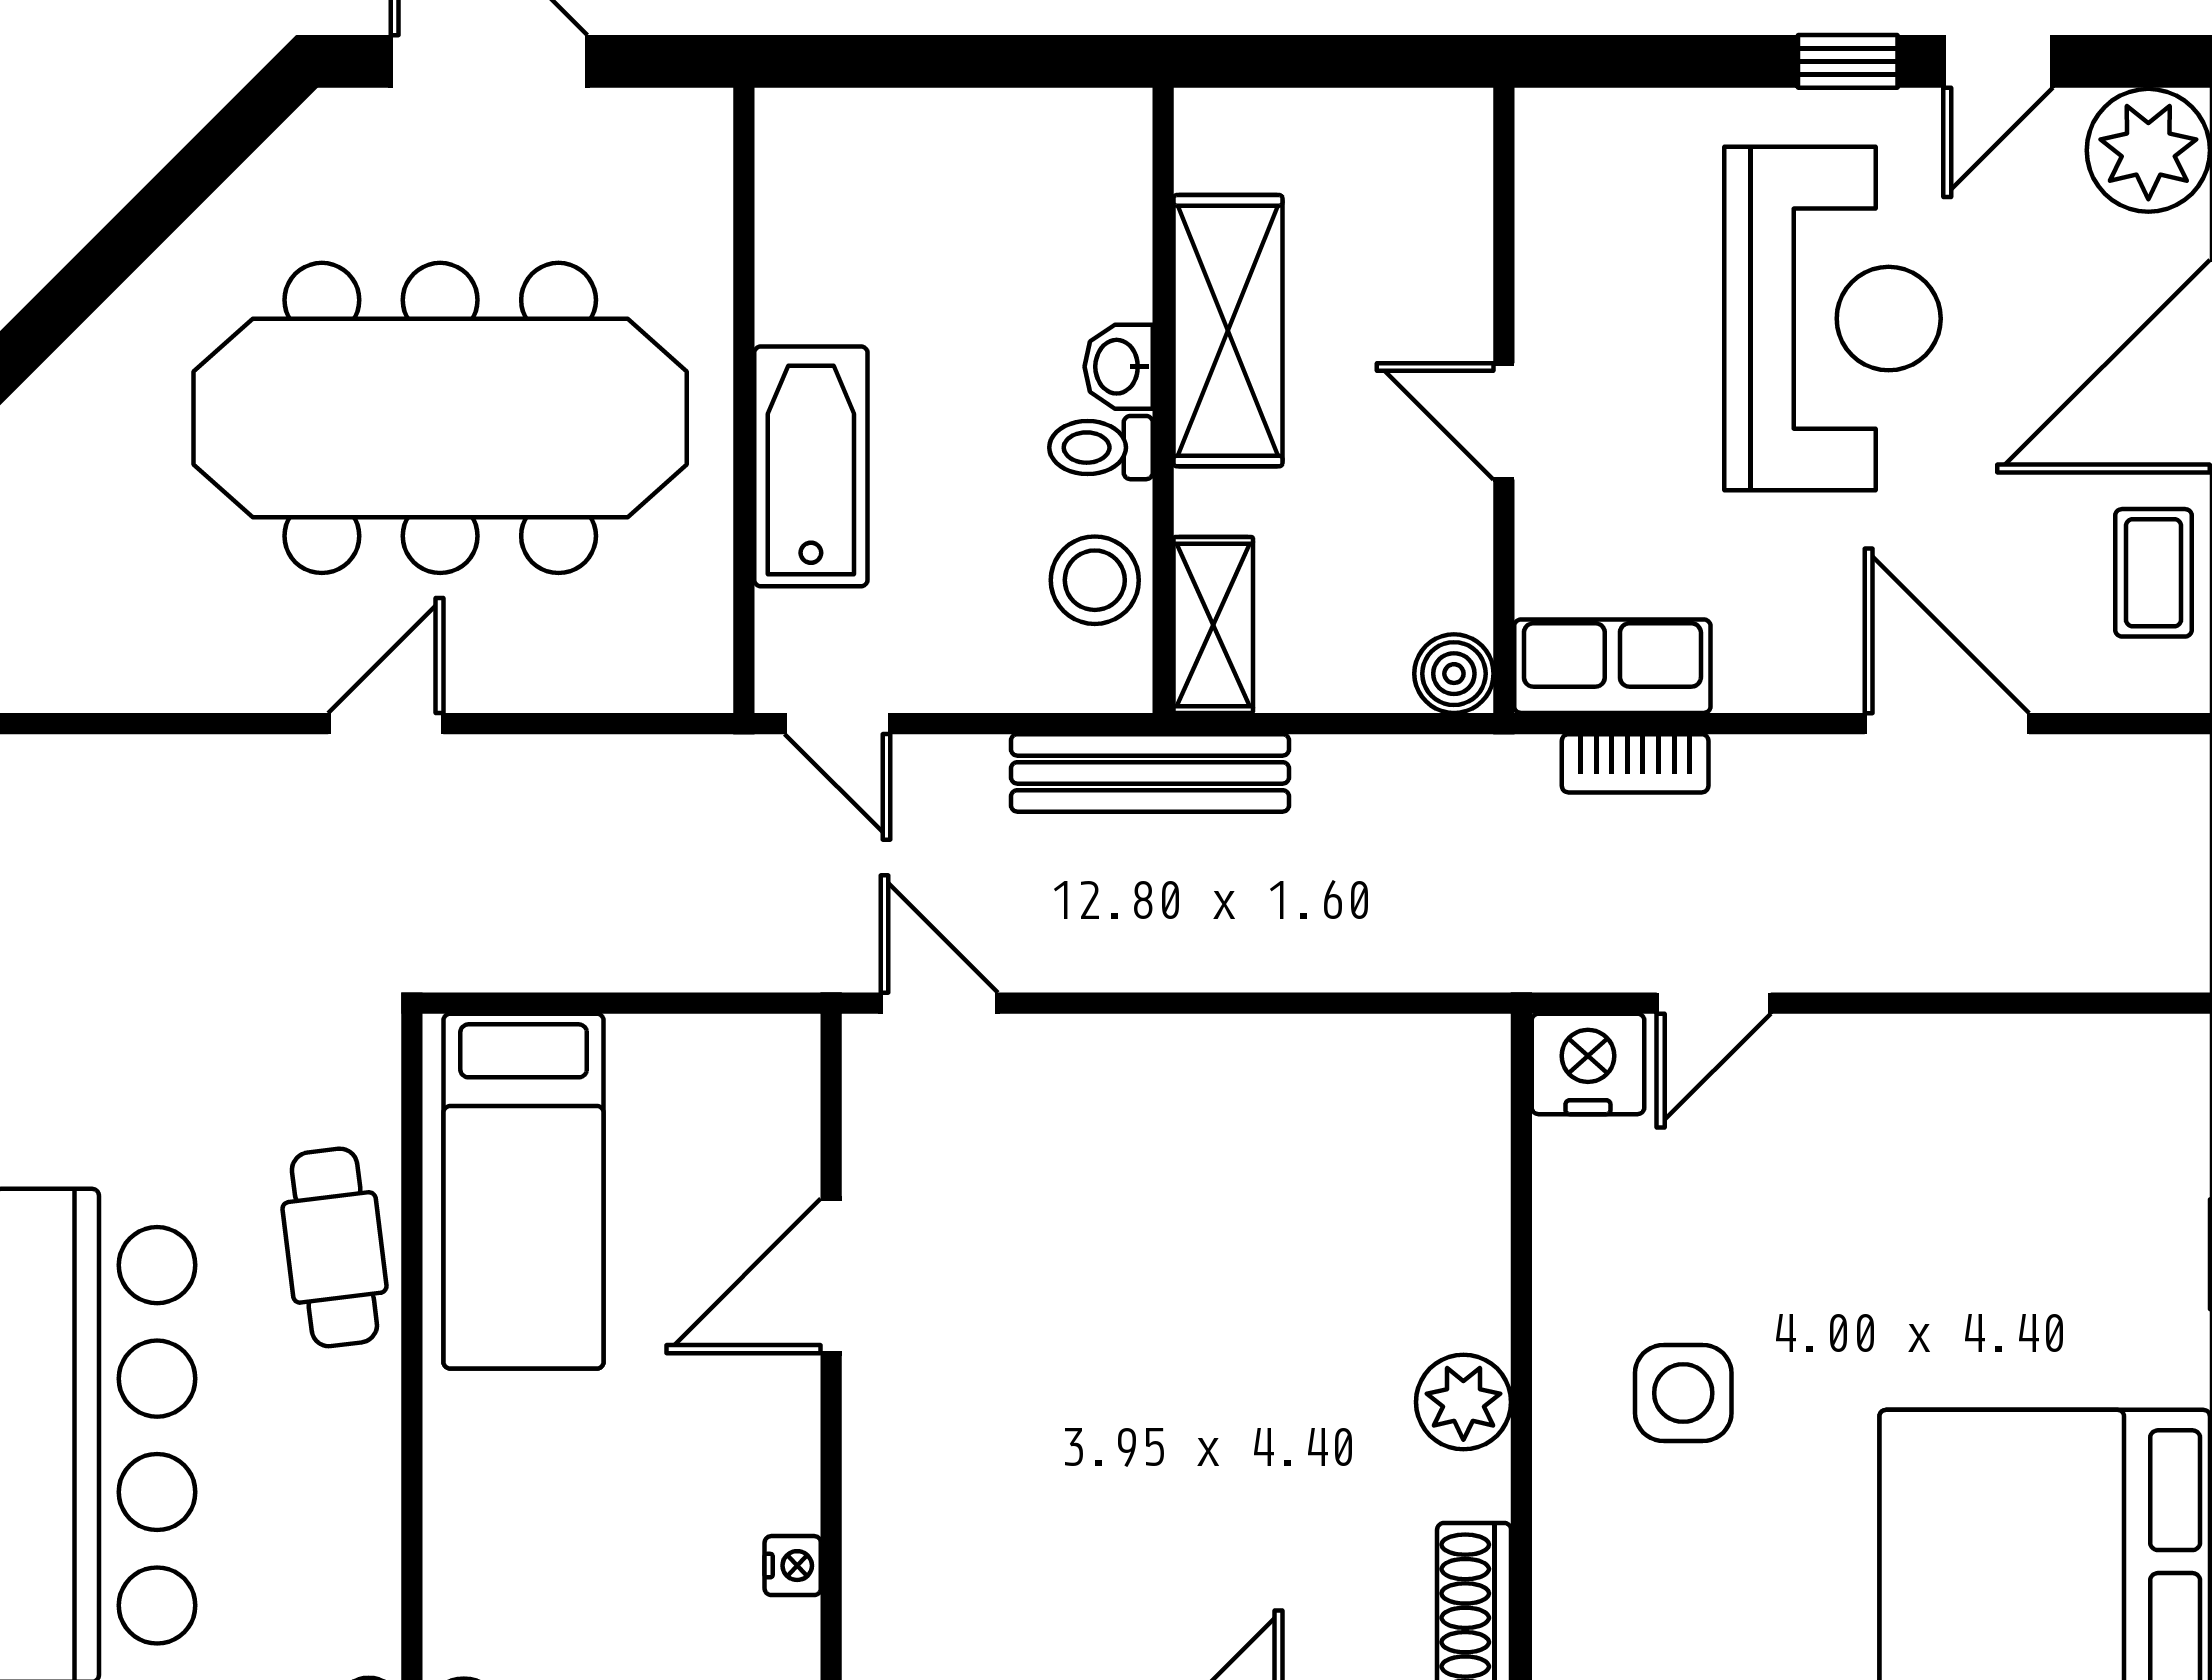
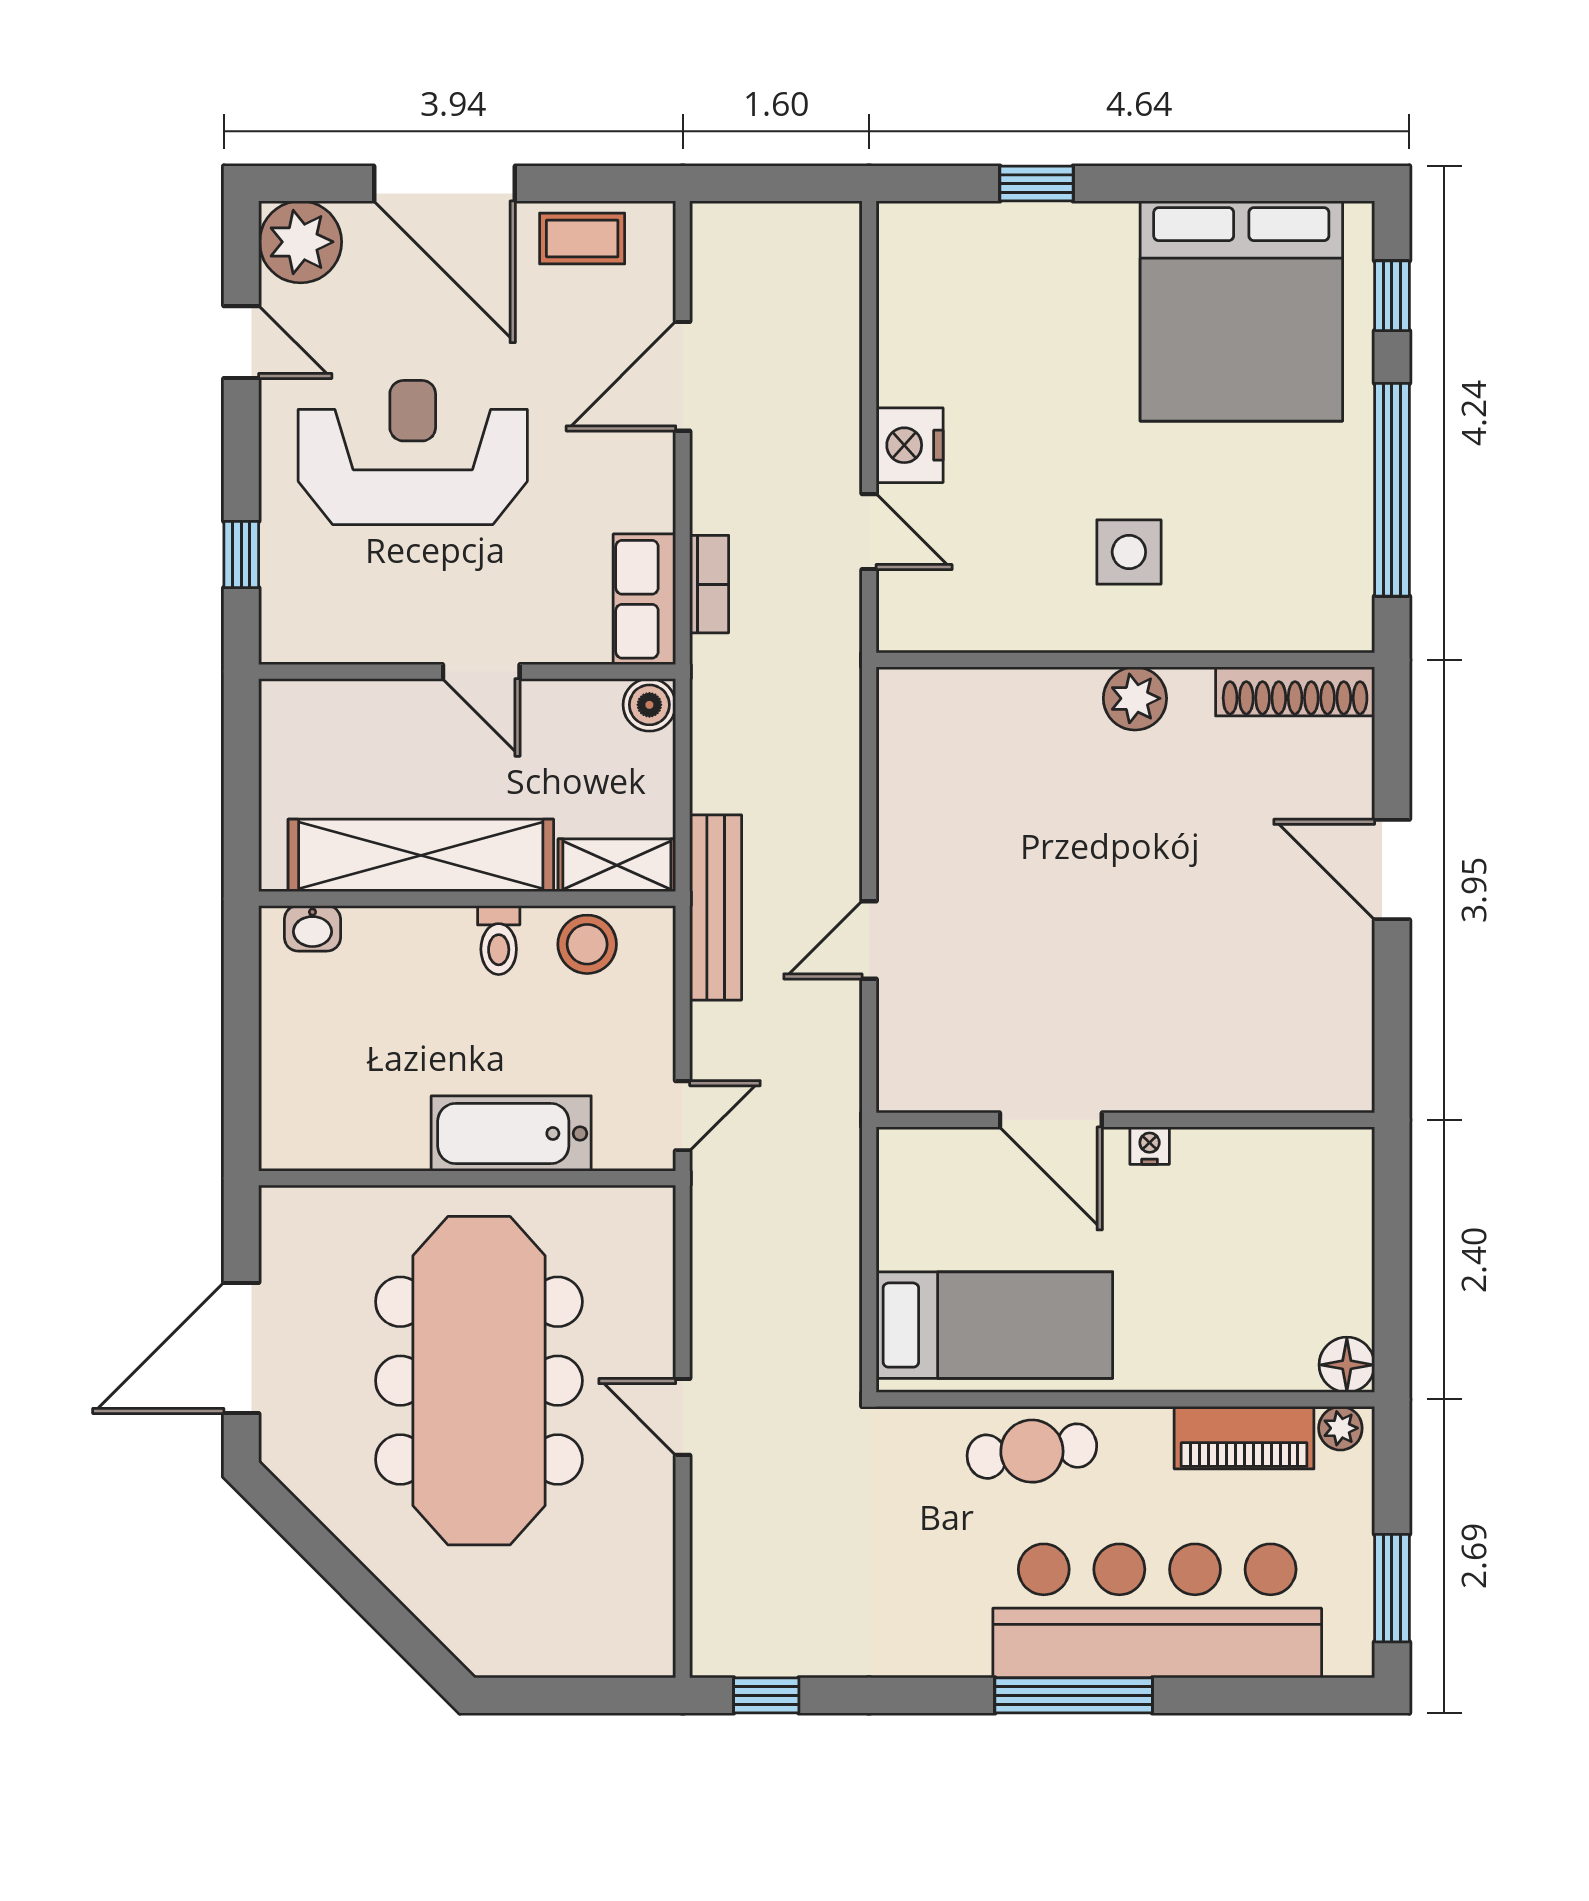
window: (1848, 61) -> (241, 554), moved
shelving: (1228, 331) -> (421, 855), width x1.47
washbasin: (1119, 367) -> (312, 928), moved
door: (1504, 421) -> (481, 672), hinge flipped
door: (939, 1003) -> (869, 940), moved
nightstand: (1588, 1064) -> (910, 445), moved
piano: (354, 1566) -> (1244, 1438), added
nightstand: (793, 1566) -> (1150, 1146), moved

